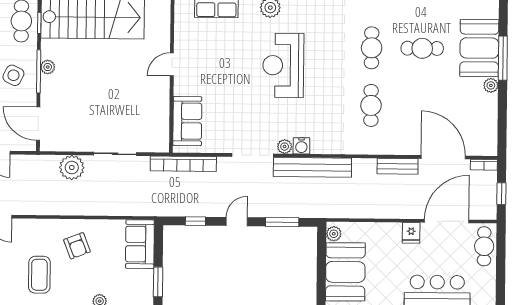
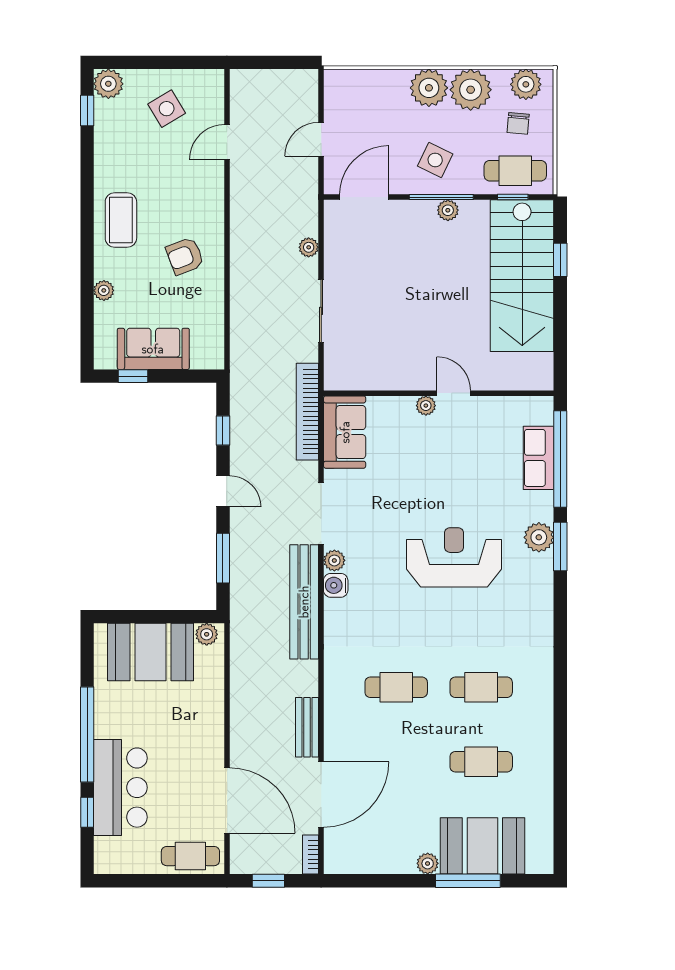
cafe table: (422, 48) -> (481, 762), turned 90
plant: (180, 83) -> (426, 406), added
sofa: (187, 121) -> (345, 432), moved, turned -90
plant: (72, 167) -> (309, 247), width x0.53, depth x0.53
fridge: (411, 233) -> (209, 748), removed
sofa: (140, 244) -> (153, 349), moved
coffee table: (39, 275) -> (121, 220), moved, turned 90
window: (158, 282) -> (133, 376), width x0.67

